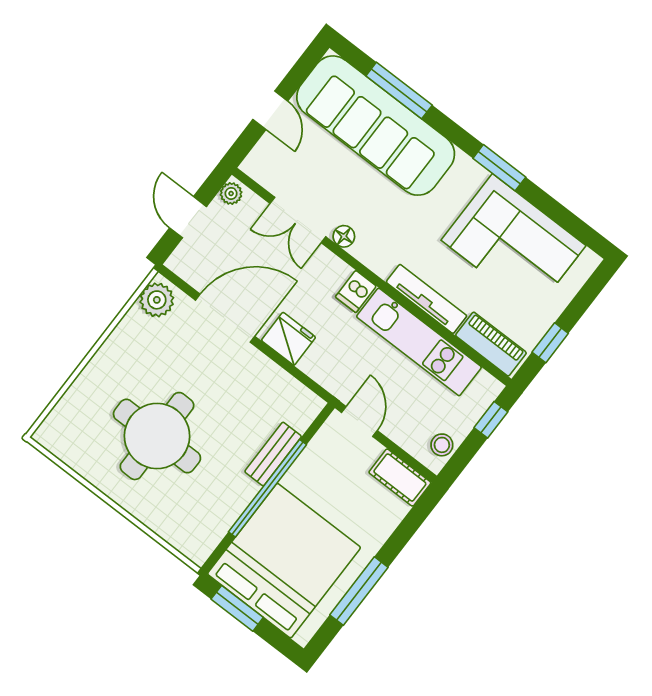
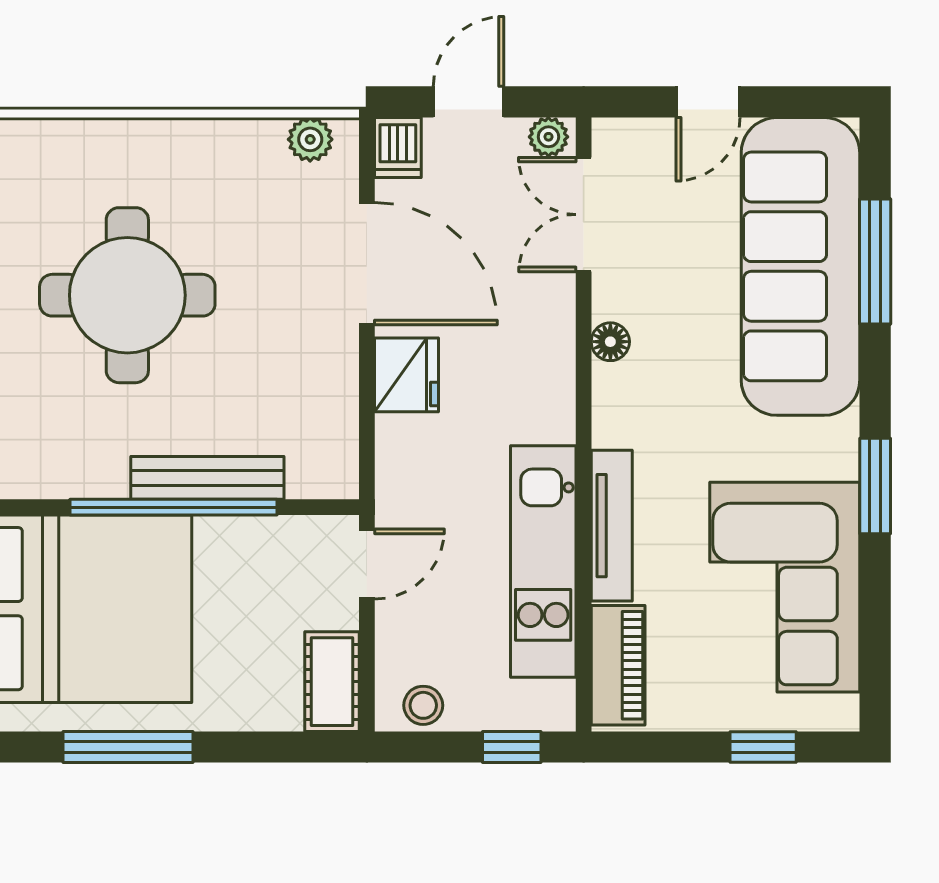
double door: (298, 220) -> (584, 215), moved
dishwasher: (356, 291) -> (398, 147), moved, turned -90
plant: (157, 300) -> (310, 139), width x0.73, depth x0.73
window: (550, 343) -> (763, 747), moved
bench: (273, 454) -> (207, 478), width x1.36

